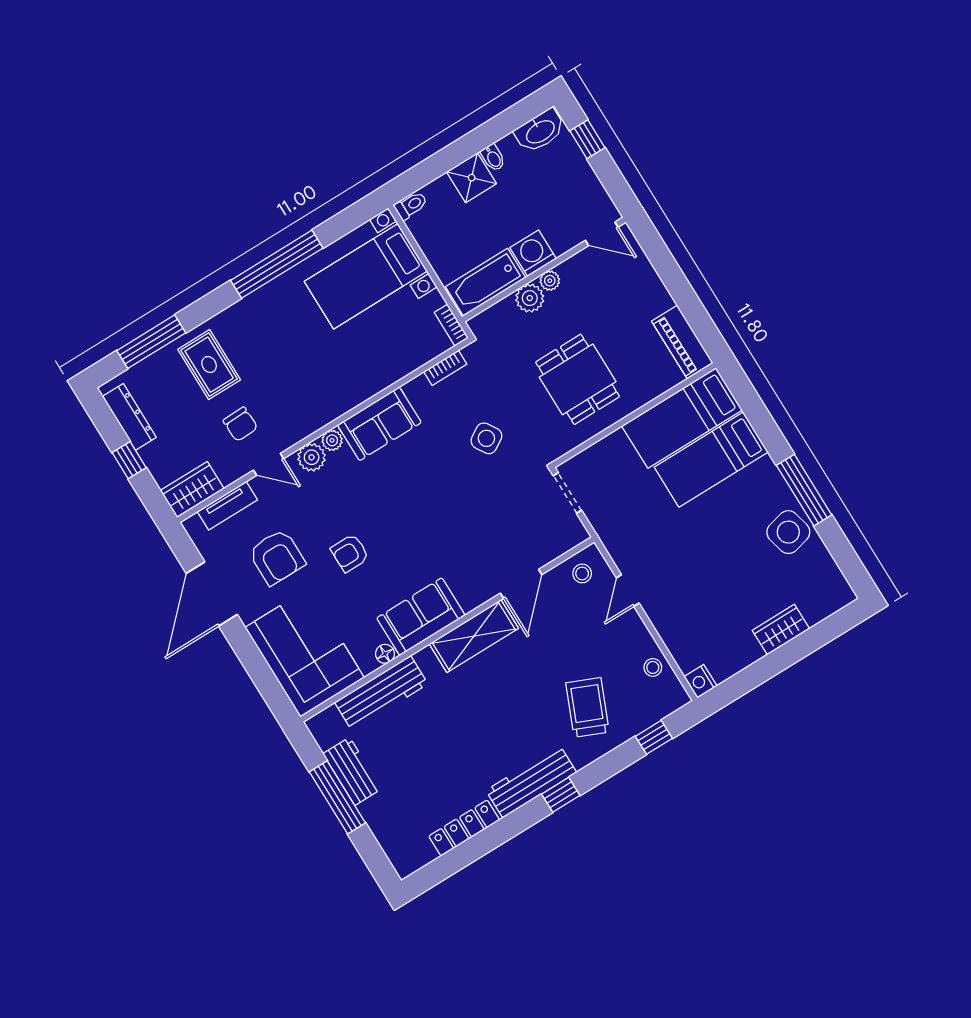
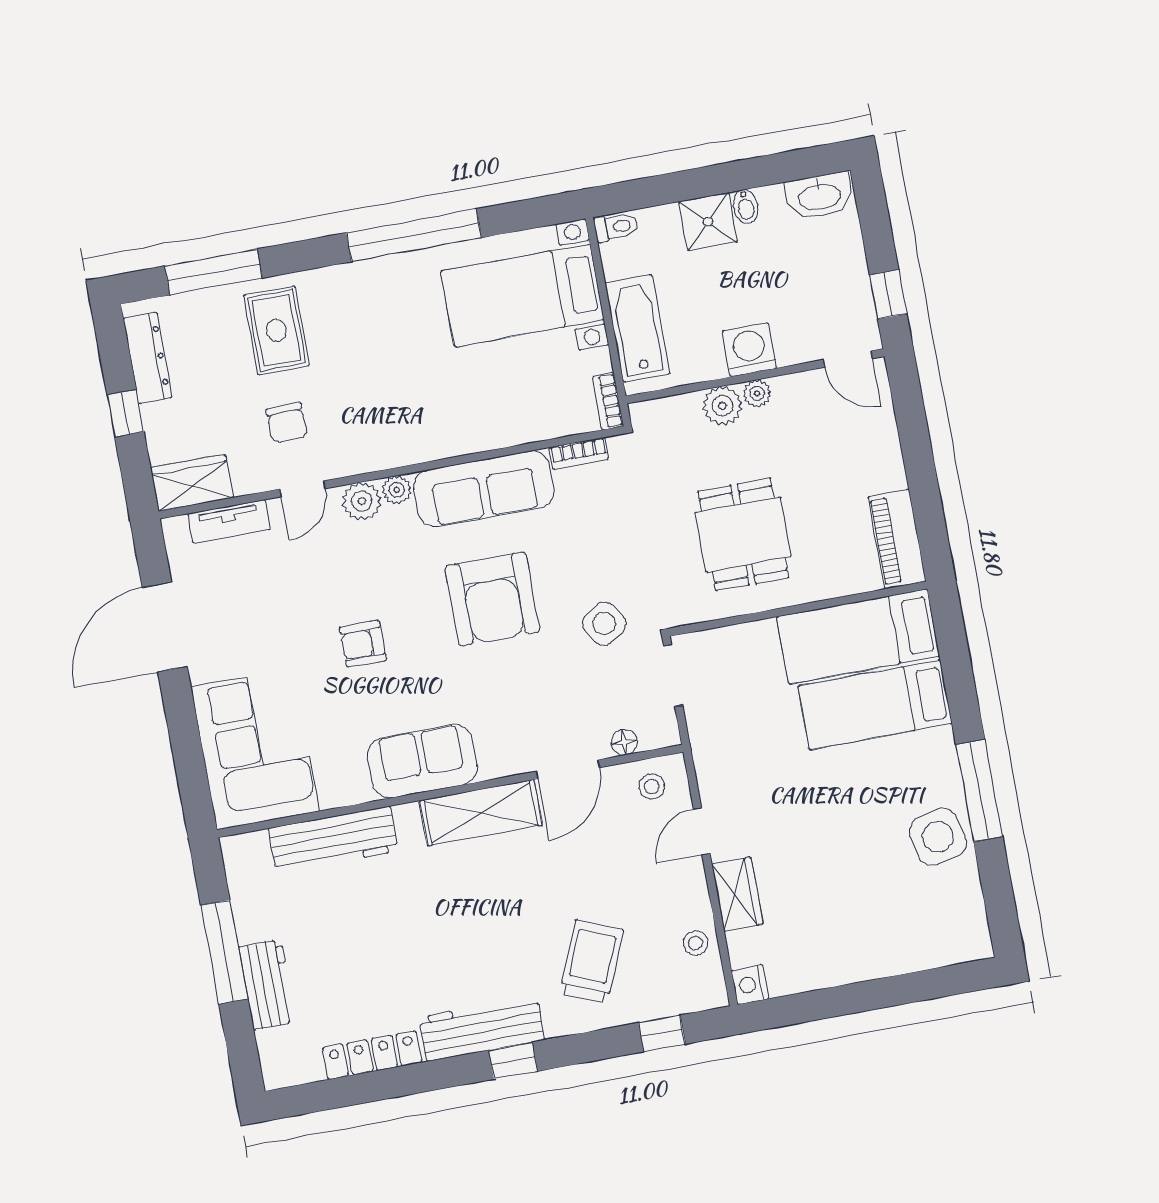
window: (587, 139) -> (888, 294), moved
bathtub: (486, 282) -> (637, 328), moved, turned 90
sofa: (379, 424) -> (484, 489), width x1.36
side table: (486, 438) -> (604, 623), moved
door: (268, 464) -> (303, 489), hinge flipped
armchair: (277, 557) -> (492, 599), moved, width x1.36, depth x1.36
wardrobe: (781, 630) -> (737, 894), moved, turned 90
floor lamp: (385, 654) -> (624, 742), moved
workbench: (352, 771) -> (267, 985), moved

